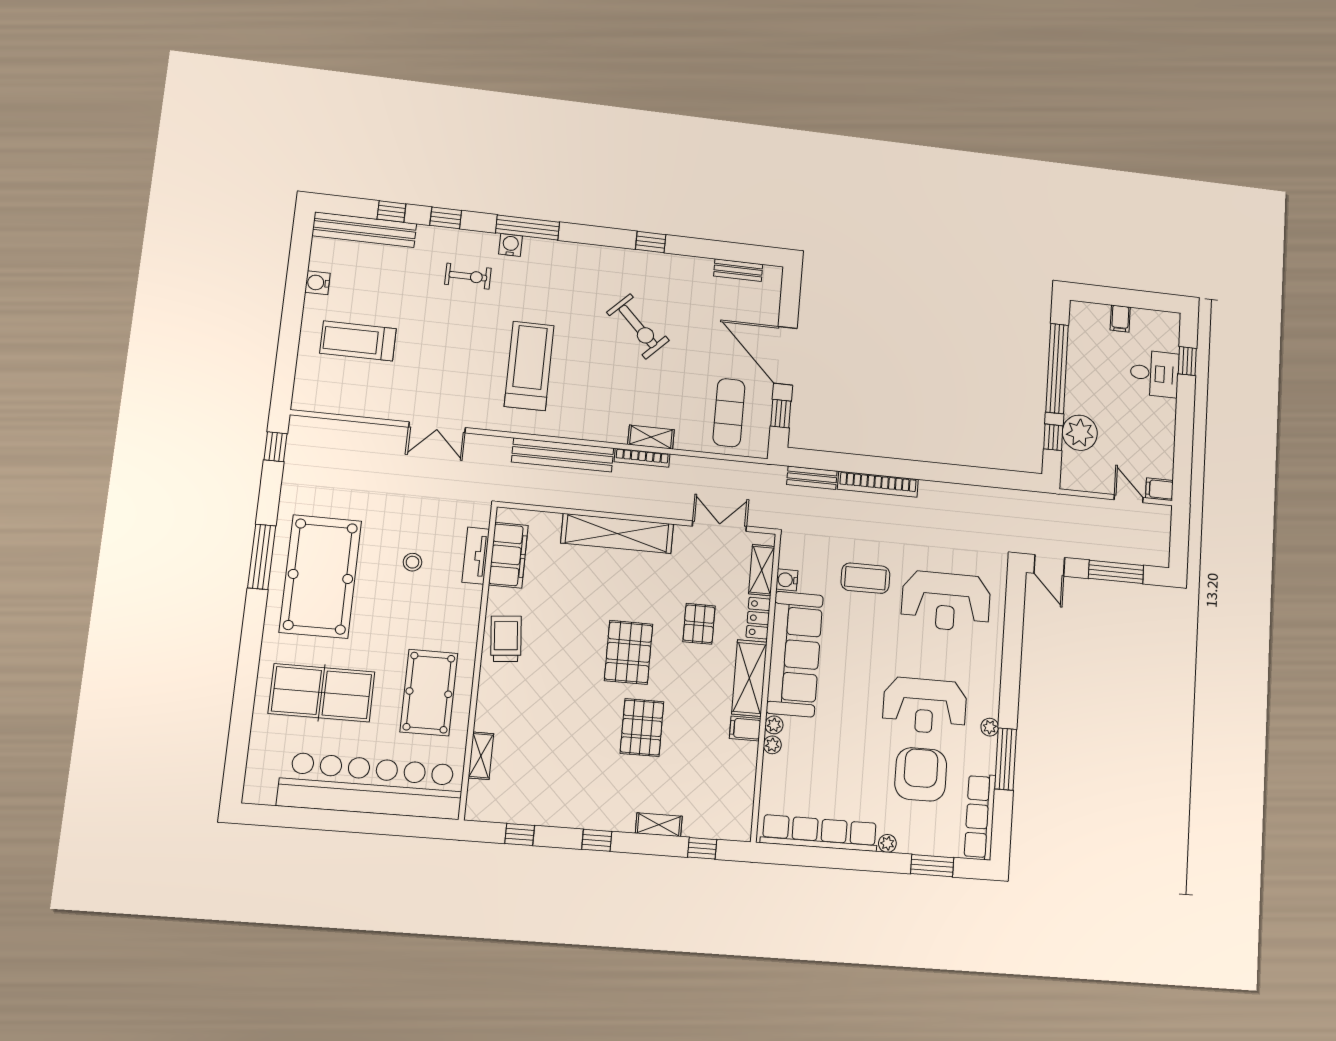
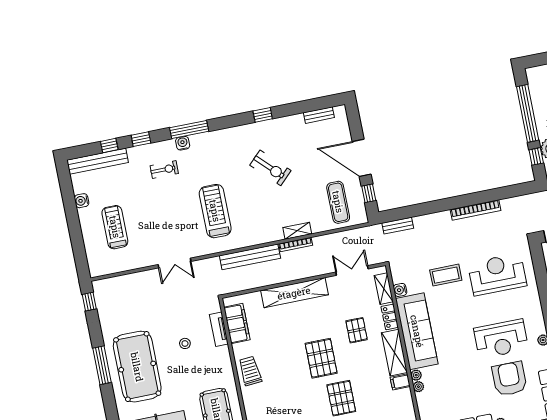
treadmill: (358, 341) -> (115, 227), turned 90
bookcase: (878, 484) -> (475, 210), moved
reception desk: (946, 601) -> (497, 274), turned 180

